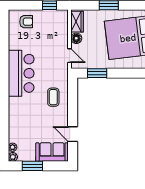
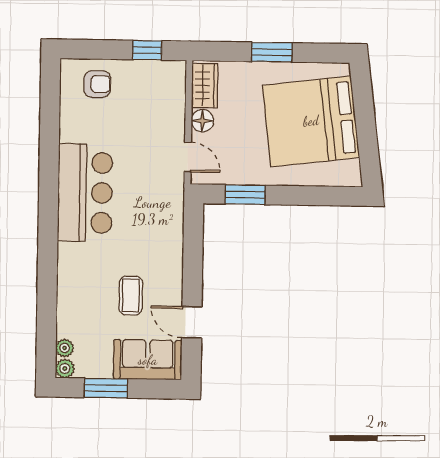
coffee table: (53, 97) -> (131, 296), moved

